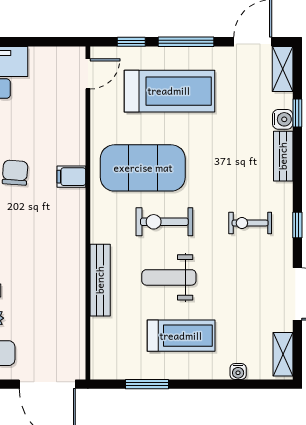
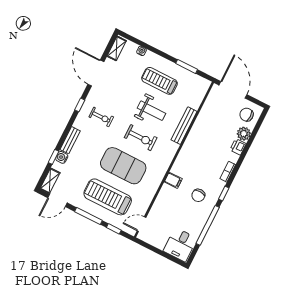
exercise mat: (143, 168) -> (123, 166), moved

